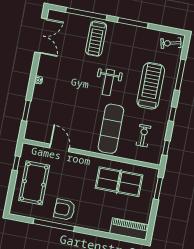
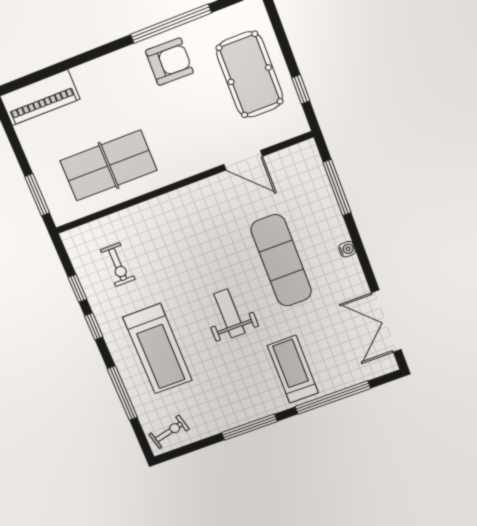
window: (26, 111) -> (337, 188), width x1.44
exercise mat: (111, 129) -> (281, 261), moved
window: (166, 148) -> (77, 288), moved

